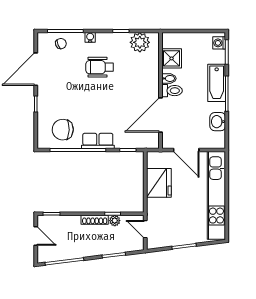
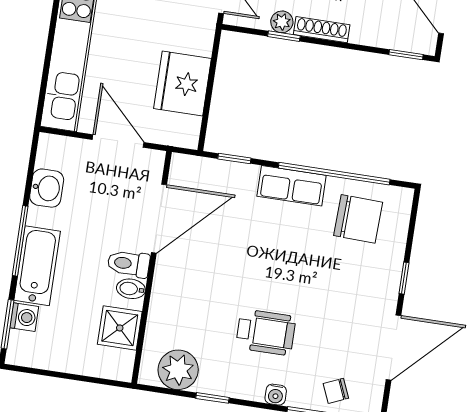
washing machine: (219, 43) -> (24, 317), moved

